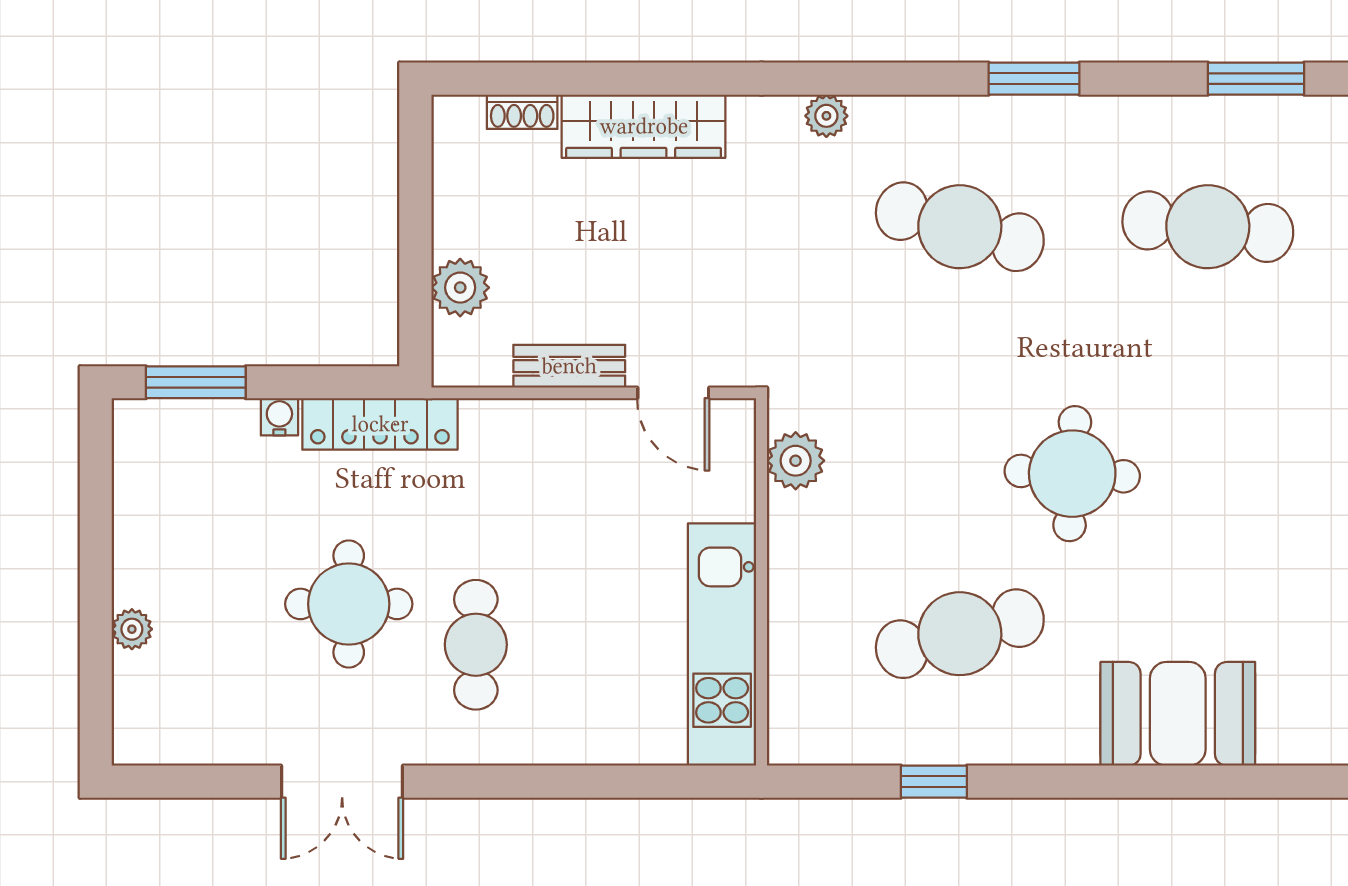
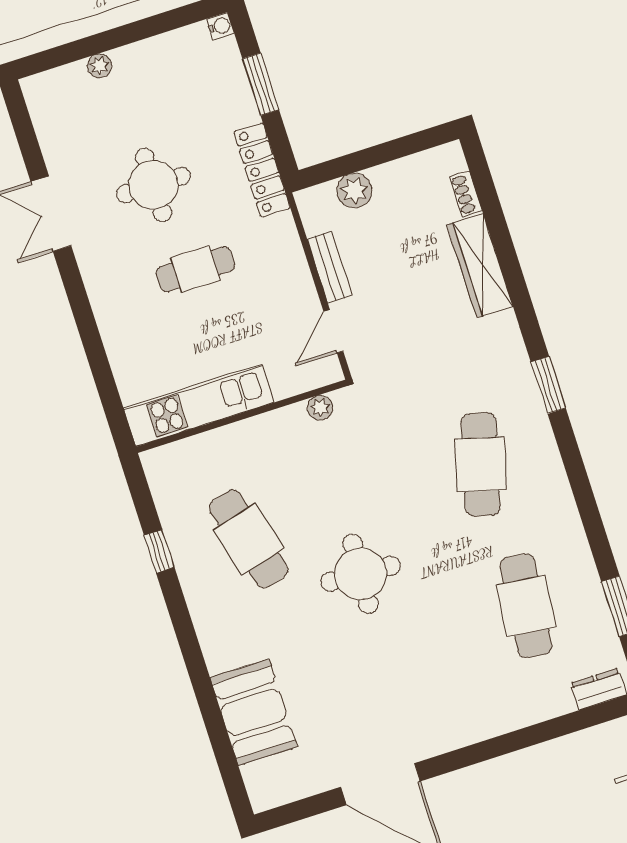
window: (1034, 79) -> (548, 385), moved
plant: (826, 116) -> (519, 368), removed
window: (196, 382) -> (261, 84), moved
water cooler: (279, 417) -> (220, 26), moved
plant: (796, 461) -> (320, 408), width x0.73, depth x0.73
cafe table: (476, 645) -> (195, 269), moved
booth: (1178, 714) -> (254, 712), moved

